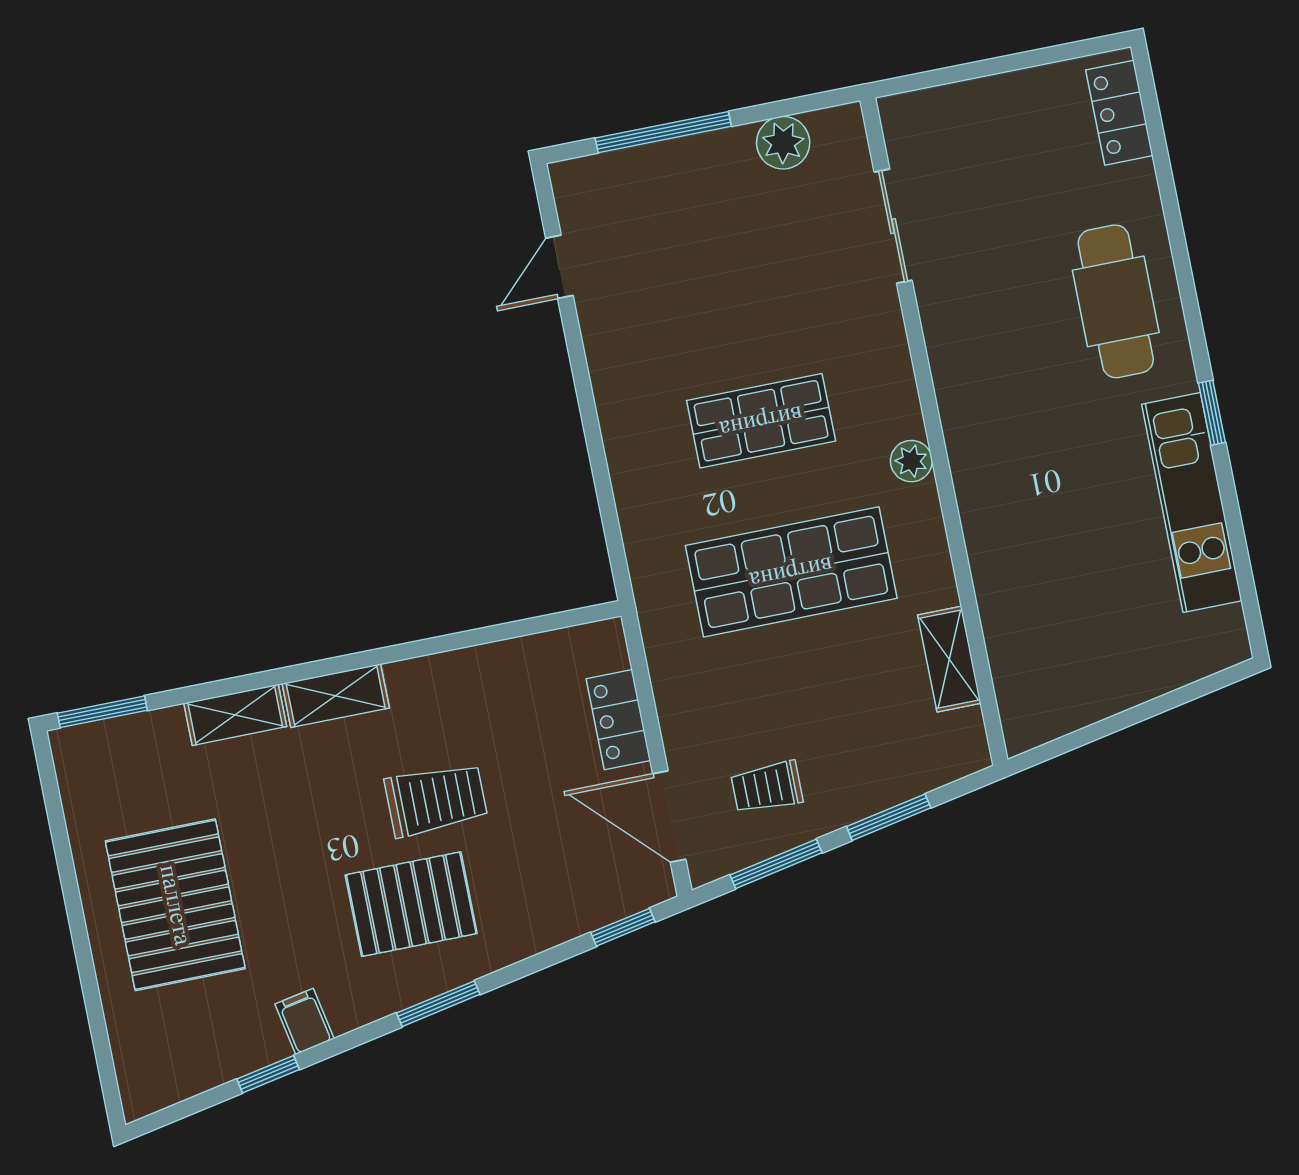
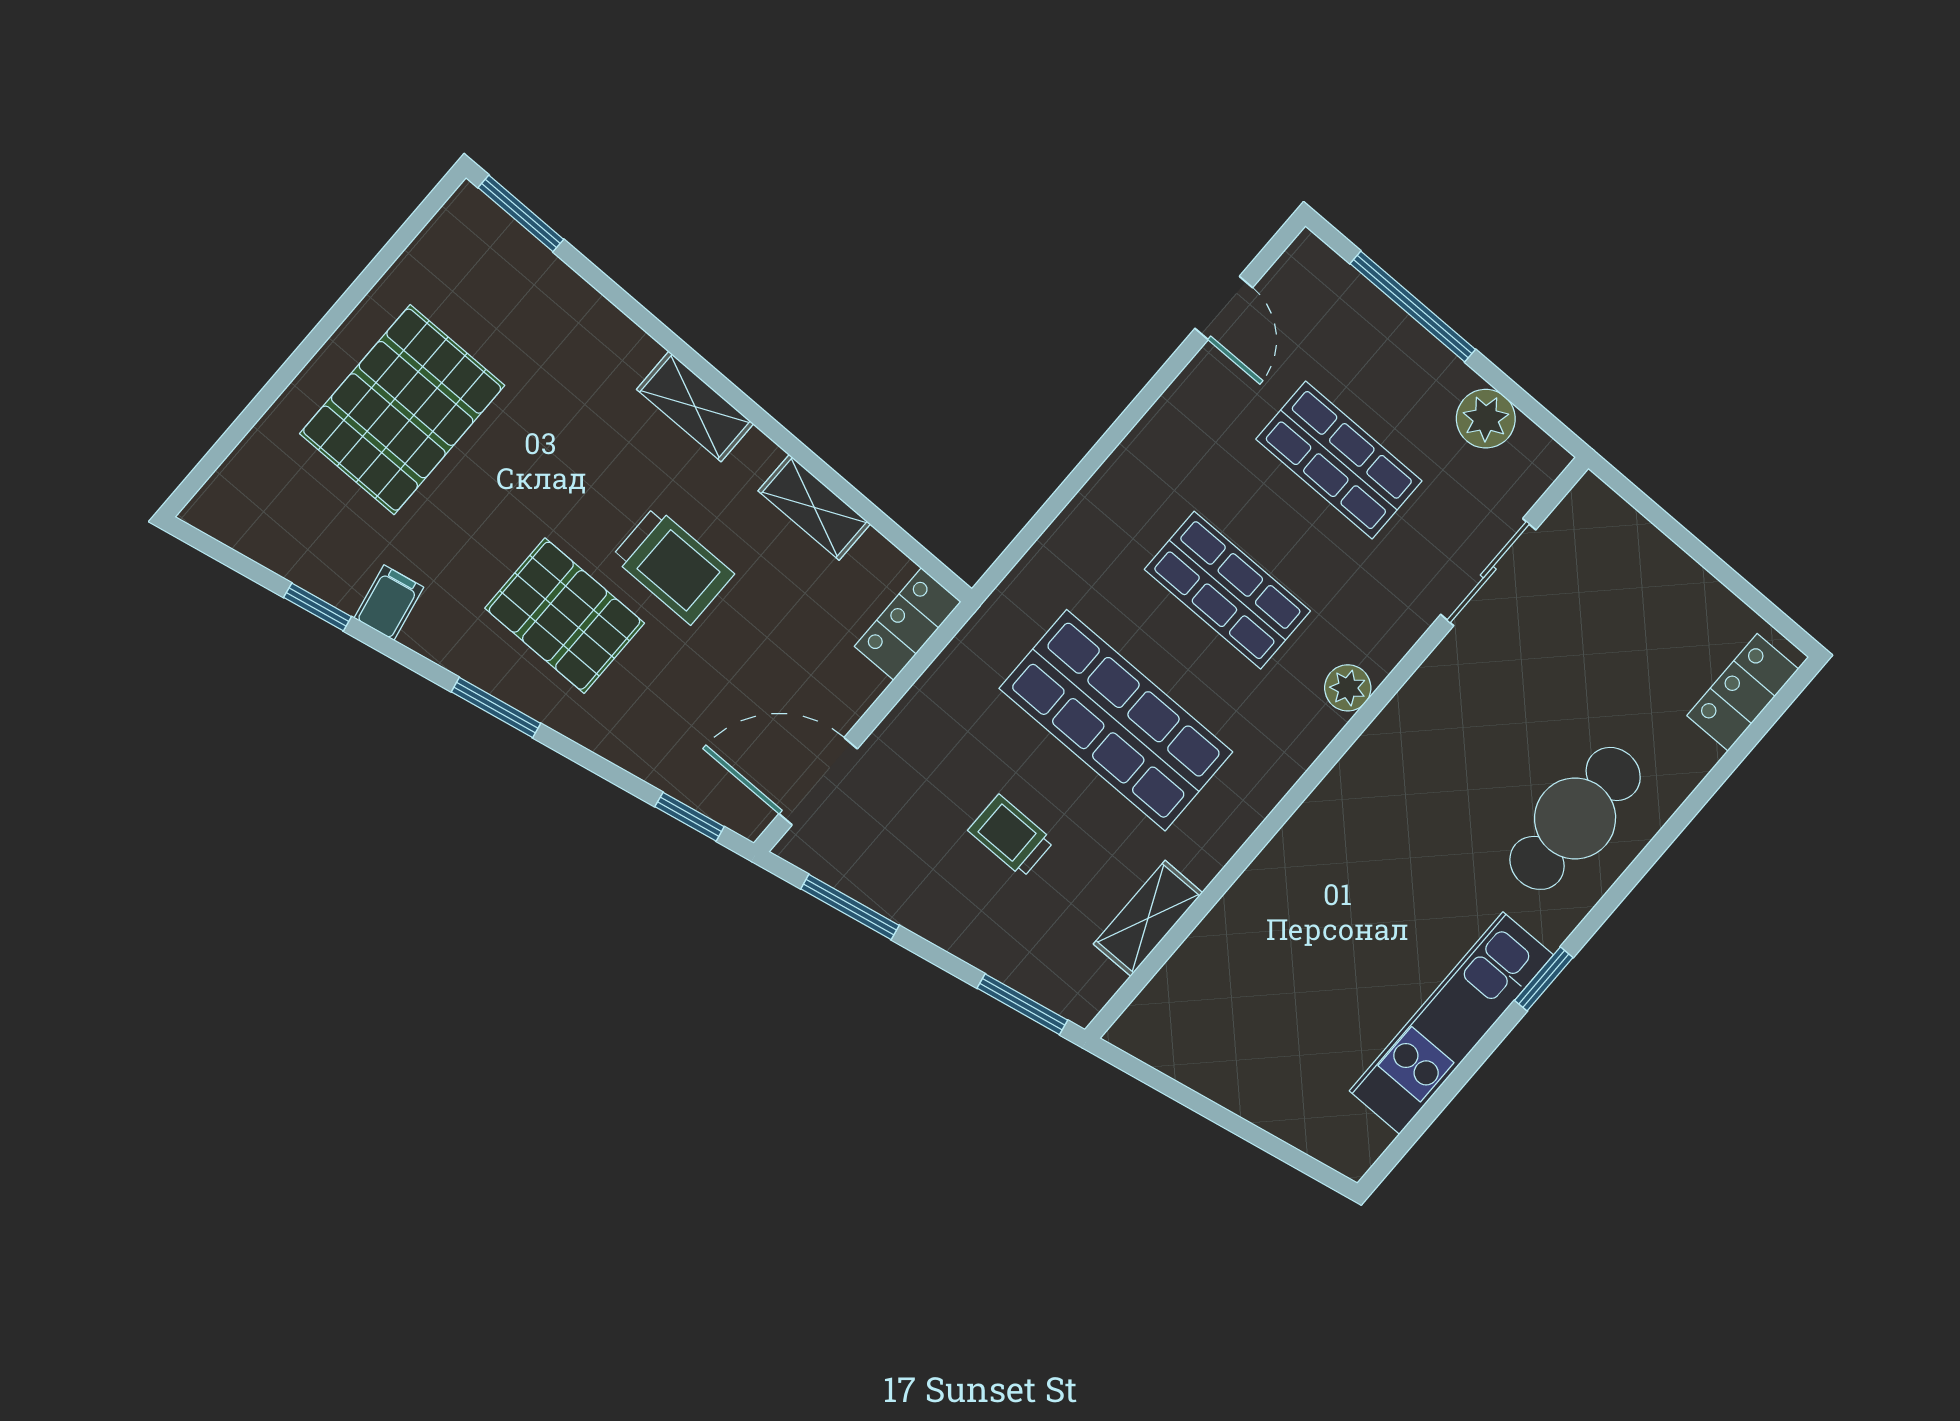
door: (559, 267) -> (1224, 308), swing flipped
shop shelf: (731, 270) -> (1339, 460), added
plant: (911, 461) -> (1348, 688), moved
shelving: (235, 715) -> (814, 507), moved
locker: (618, 720) -> (908, 624), moved
trolley: (767, 787) -> (1011, 836), moved
door: (669, 817) -> (818, 781), hinge flipped
window: (889, 817) -> (1022, 1004), moved

